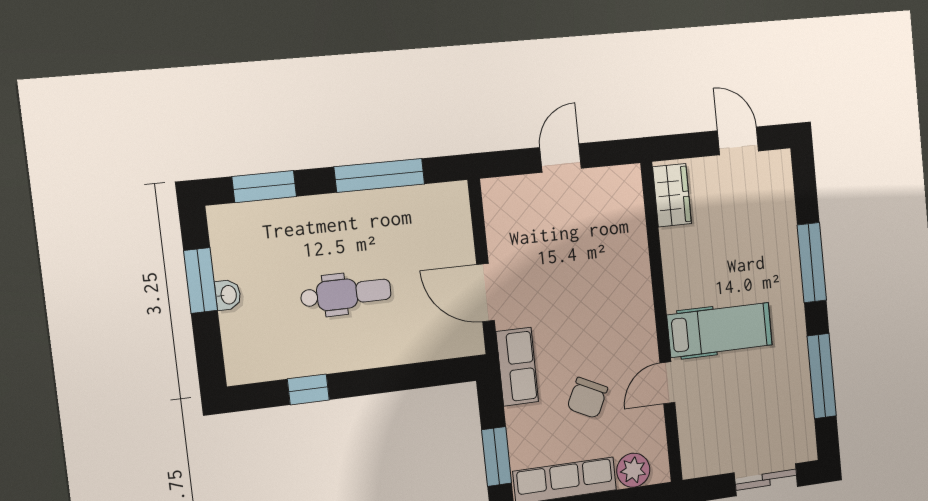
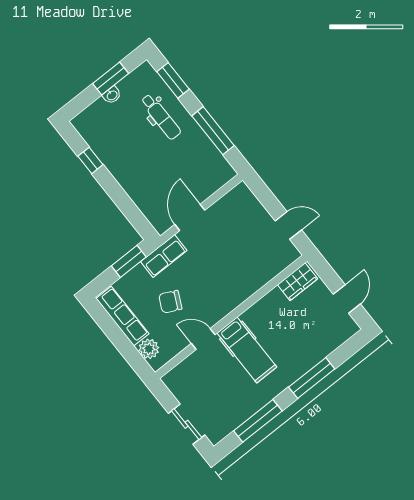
door: (561, 158) -> (288, 225), moved
dental chair: (346, 294) -> (161, 117), moved
window: (497, 456) -> (129, 261), moved

